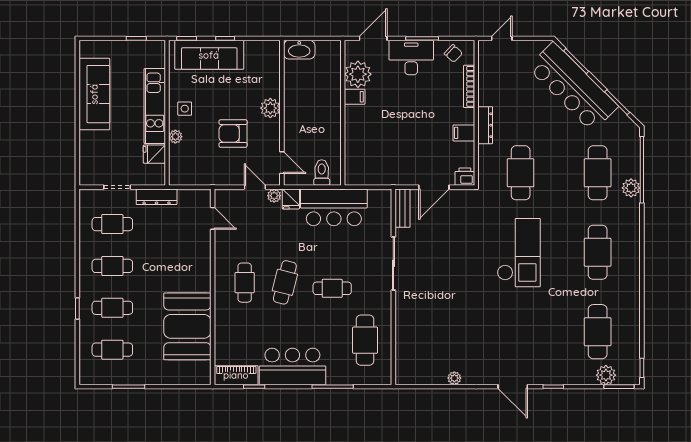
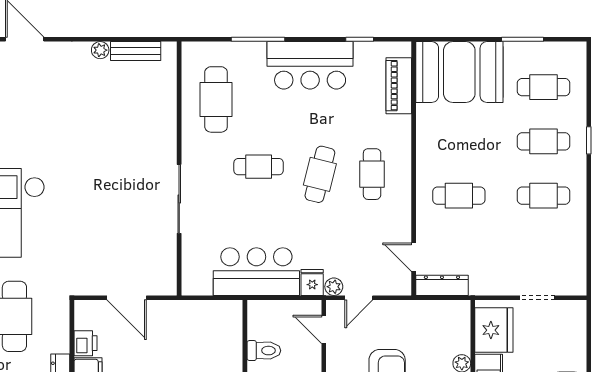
fridge: (154, 154) -> (494, 330), width x1.88, depth x1.34
toilet: (322, 173) -> (264, 351), moved, turned -90
printer: (465, 177) -> (85, 343), moved, turned -90
door: (255, 187) -> (359, 298), hinge flipped
door: (434, 187) -> (127, 298), swing flipped
dresser: (157, 197) -> (442, 285), moved
bench: (403, 208) -> (136, 51), moved, turned 90
cafe table: (112, 224) -> (459, 196), moved
booth: (187, 326) -> (459, 72), moved, turned 90
piano: (236, 375) -> (399, 86), moved, turned 90

